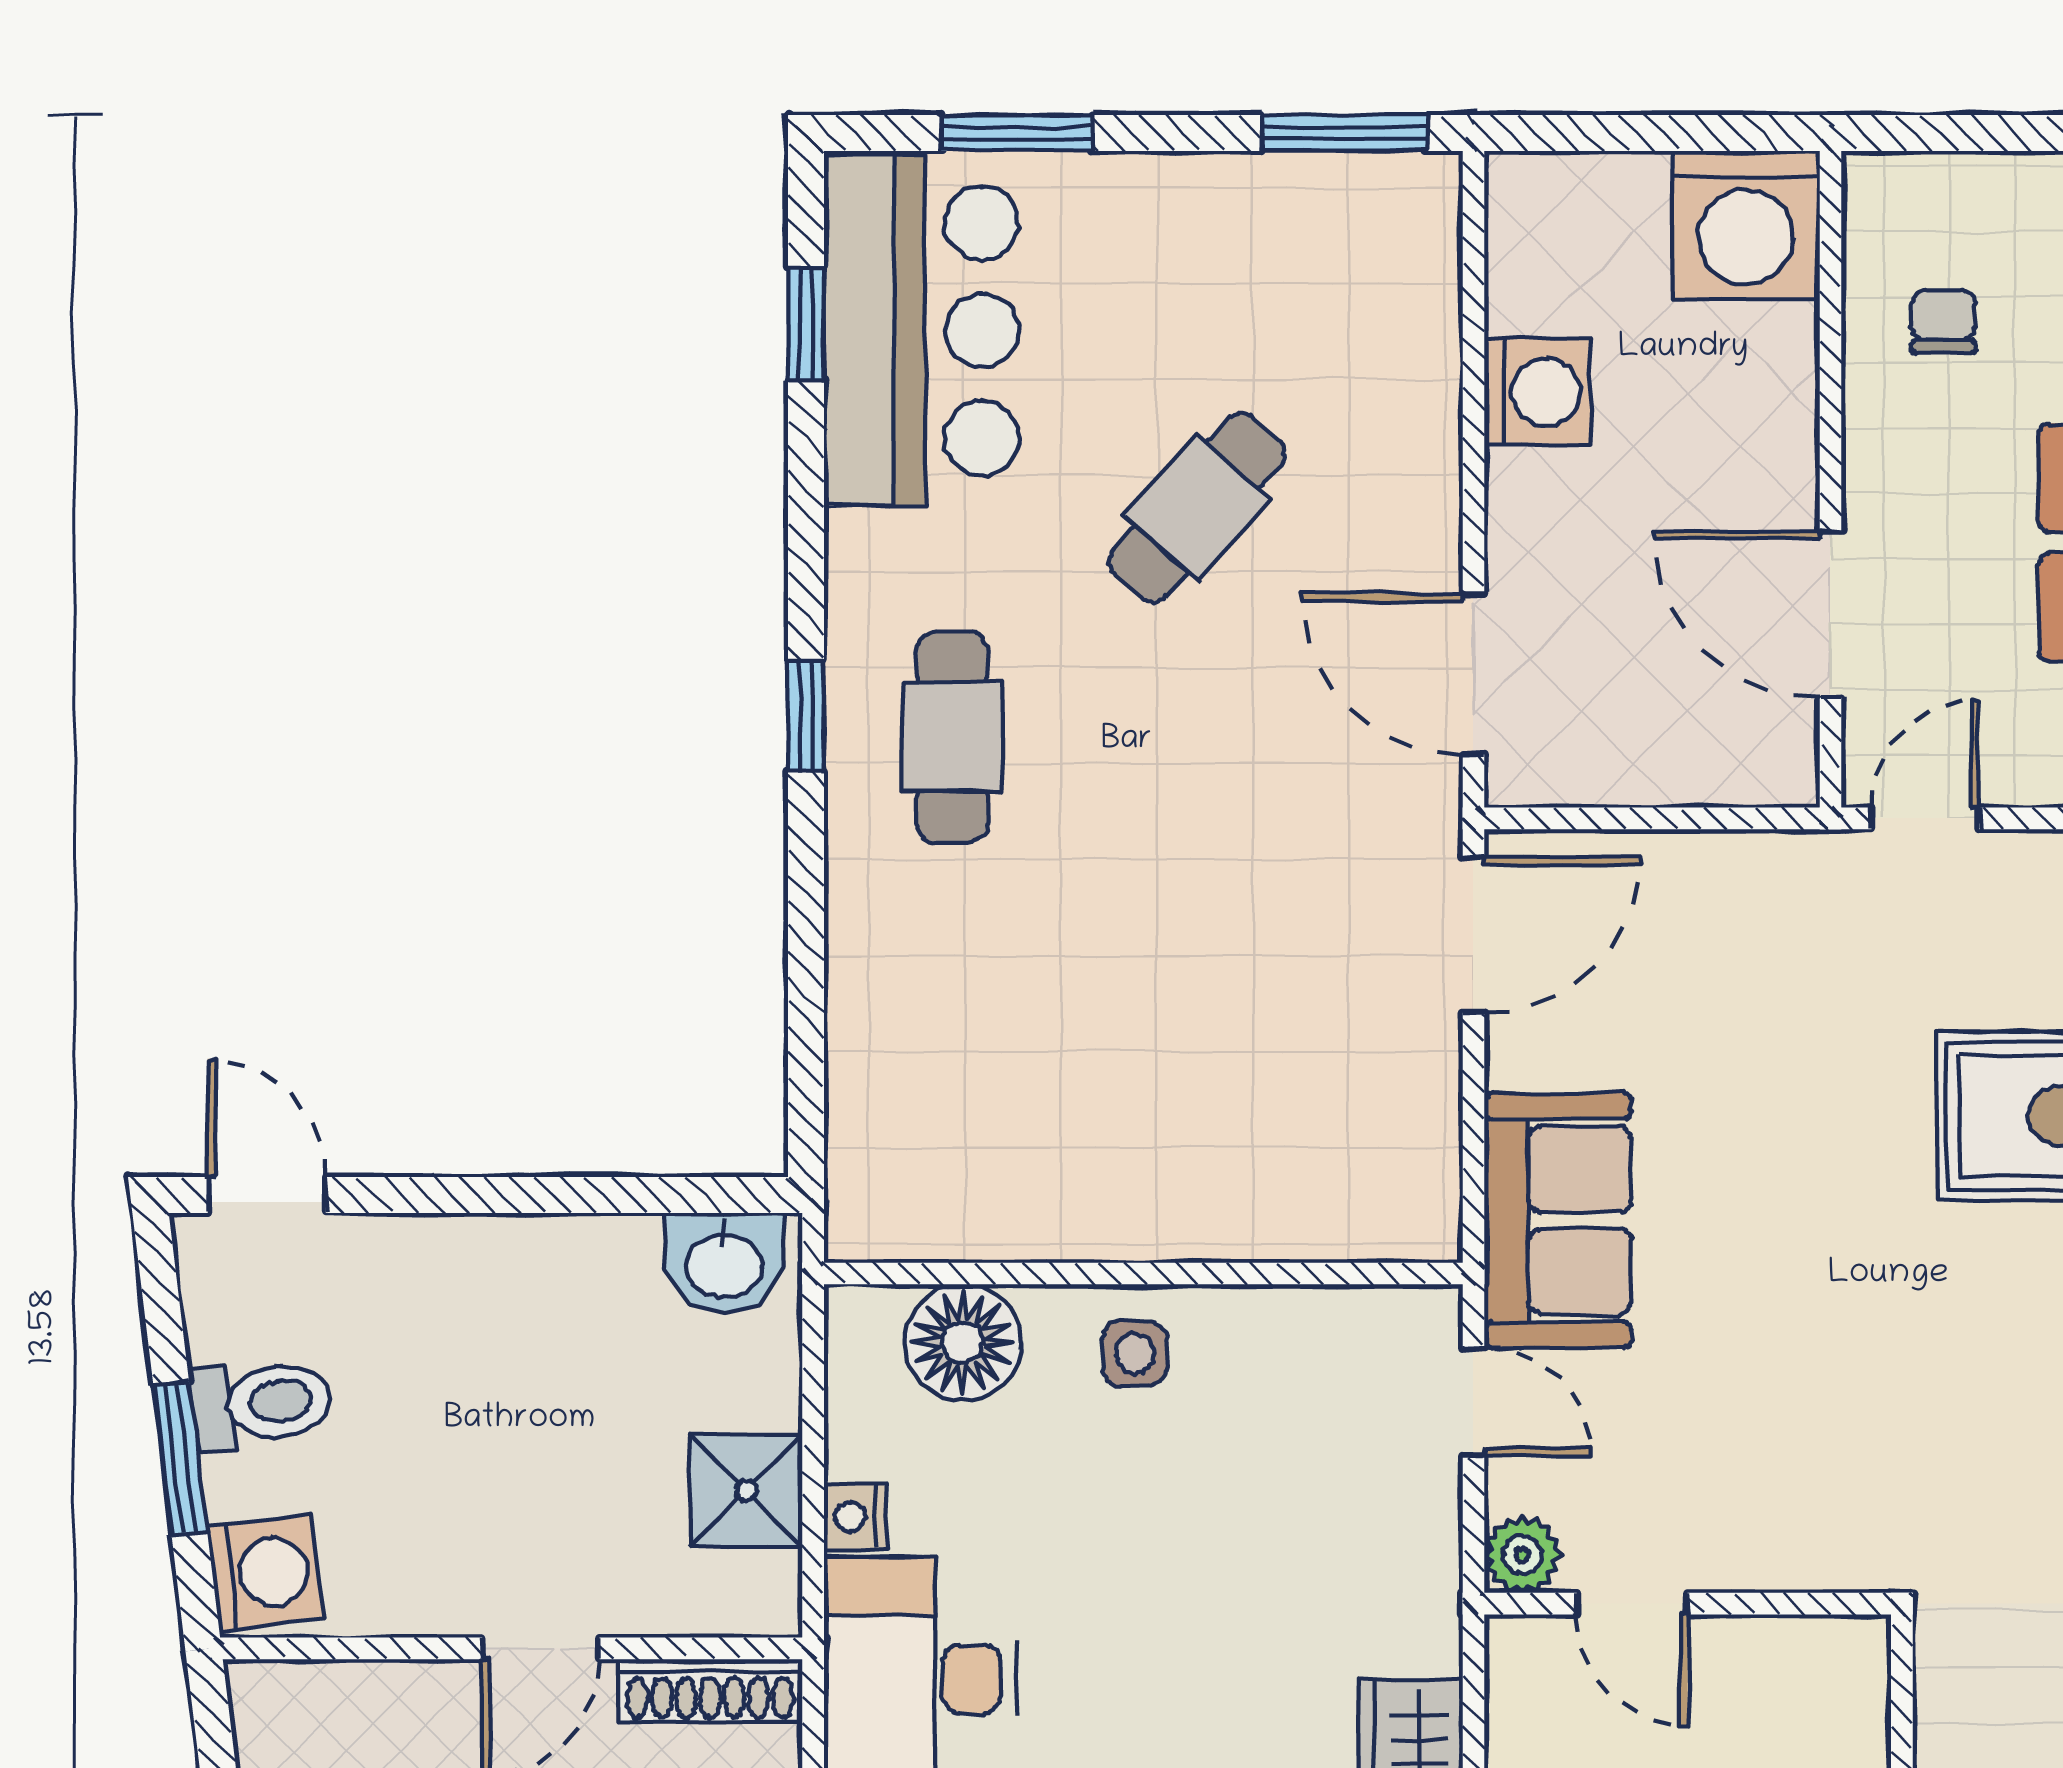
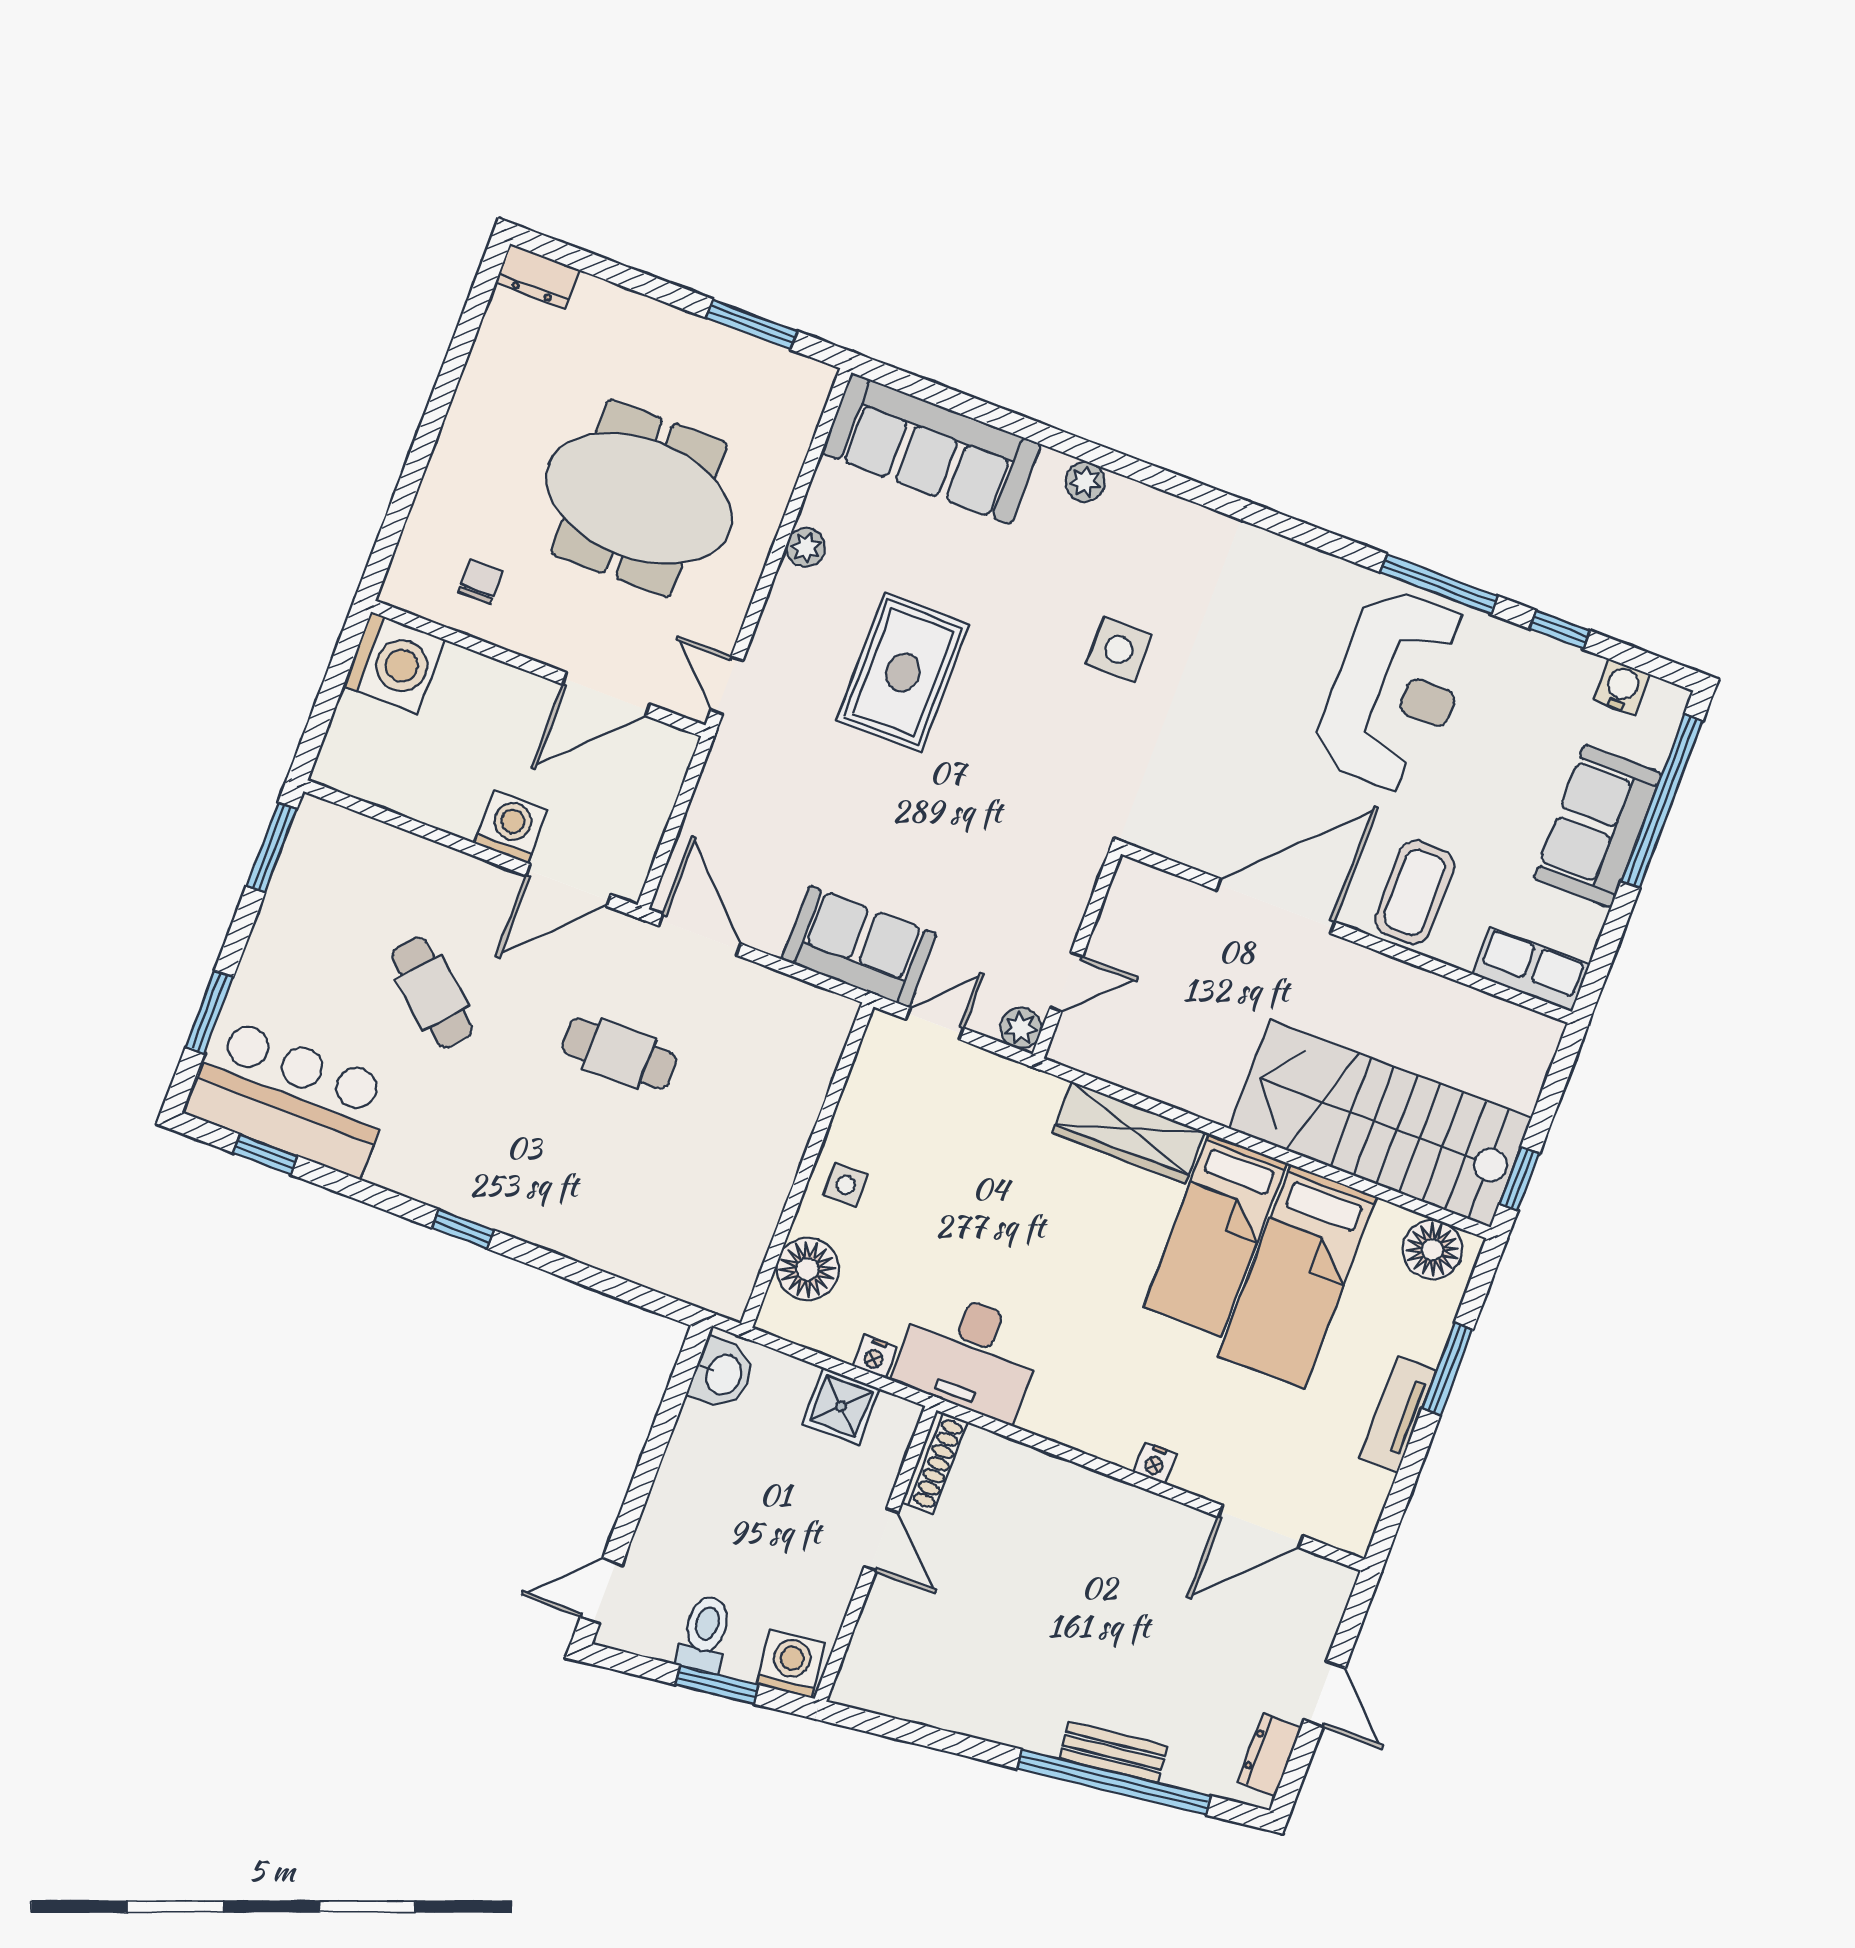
chair: (1943, 321) -> (480, 582), turned 90
washing machine: (1537, 392) -> (511, 827), moved
cafe table: (952, 737) -> (619, 1054), moved

